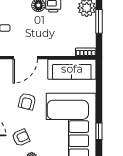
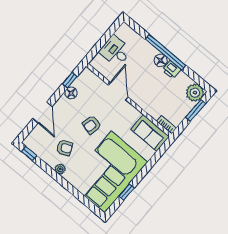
door: (25, 58) -> (118, 91), swing flipped
sofa: (72, 69) -> (150, 133), width x0.73

